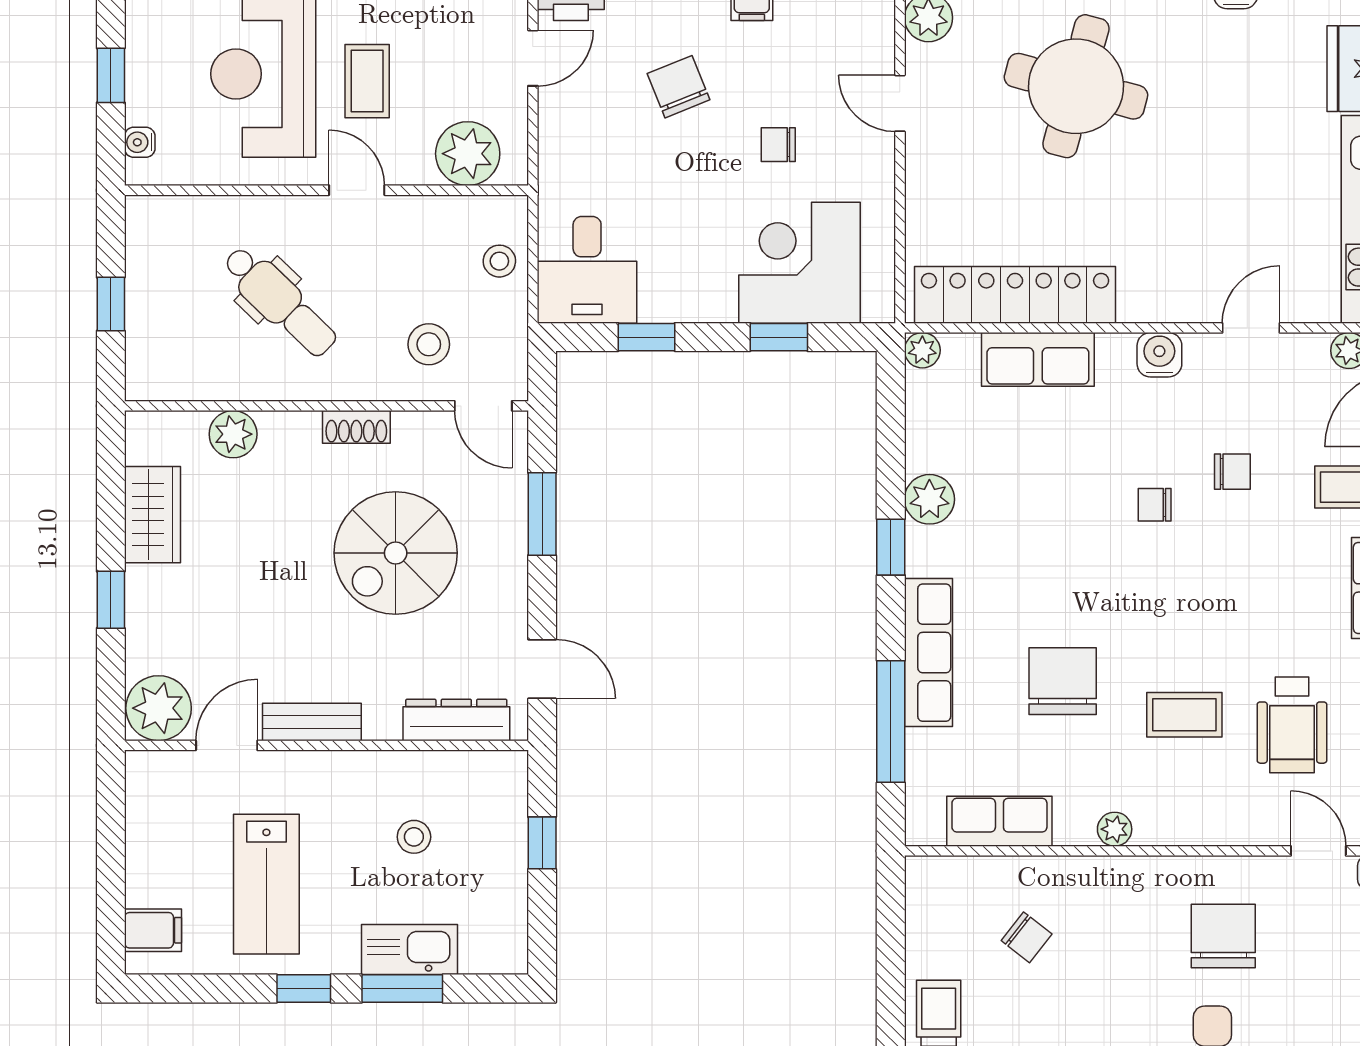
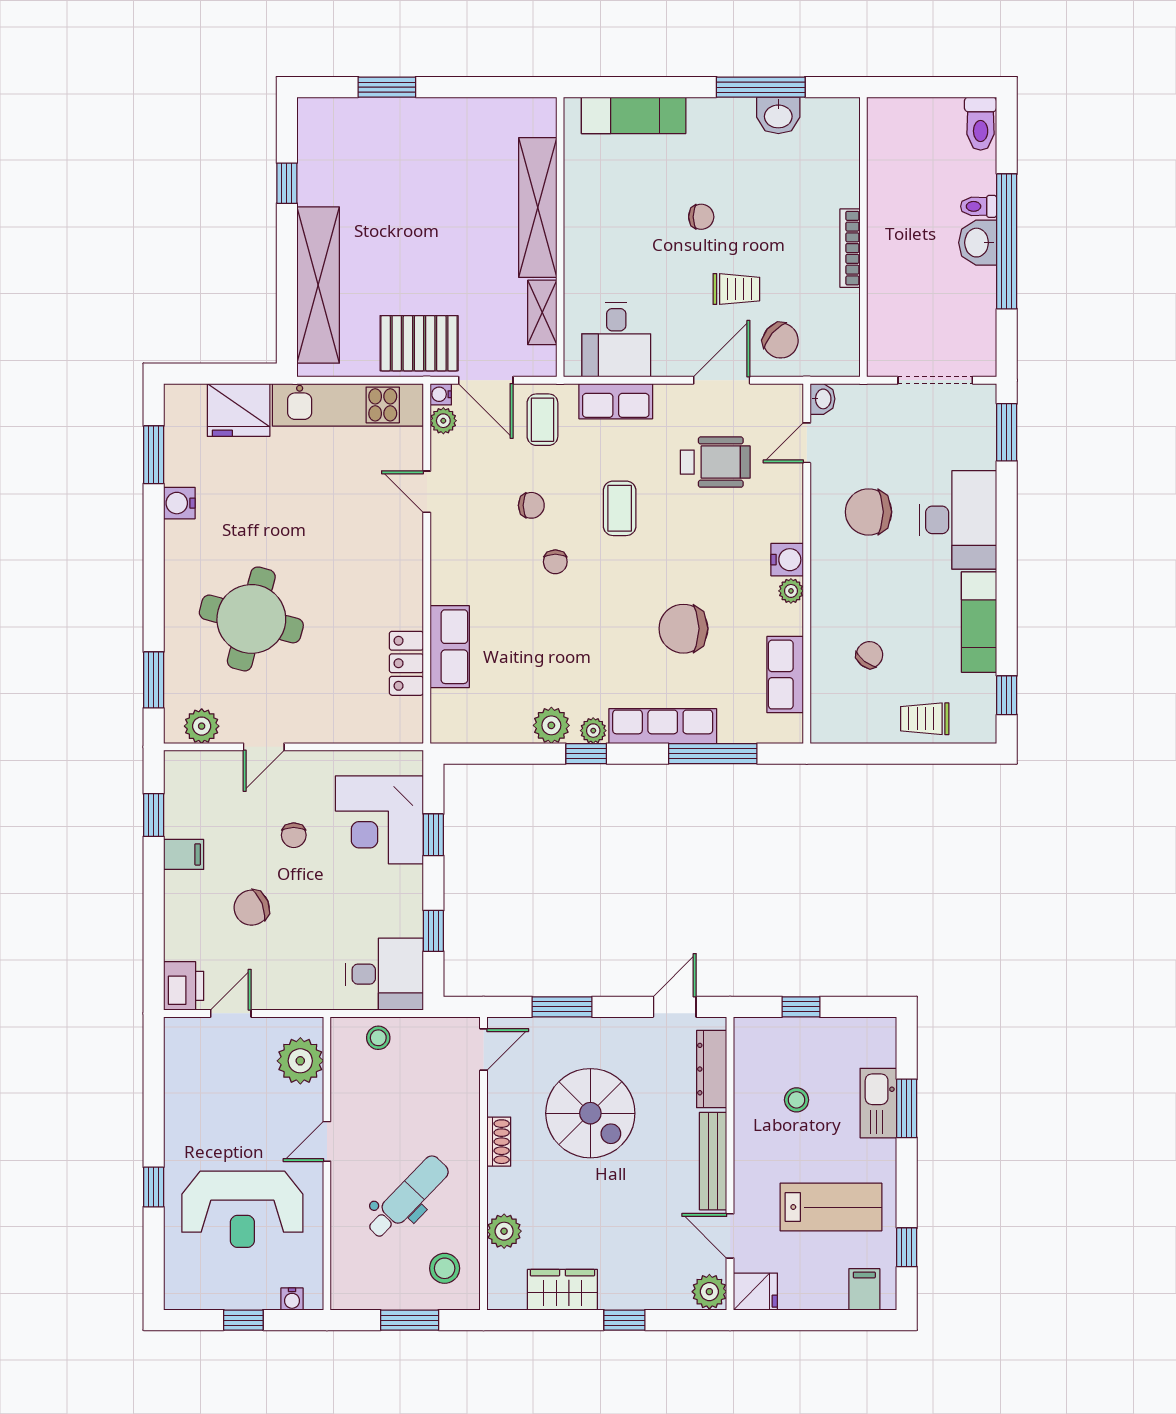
door: (533, 58) -> (231, 1013), hinge flipped
coffee table: (367, 81) -> (248, 1134), removed
locker: (1015, 295) -> (406, 663), width x0.46, depth x0.83
window: (111, 304) -> (410, 1320), width x1.50
stool: (429, 344) -> (445, 1268), moved
plant: (922, 350) -> (593, 731), moved
water cooler: (1159, 355) -> (787, 560), moved, turned 180
chair: (1232, 472) -> (531, 505), turned 90
plant: (159, 708) -> (709, 1292), width x0.73, depth x0.73
coffee table: (1184, 715) -> (620, 508), moved
bench: (312, 722) -> (713, 1161), width x1.36
fridge: (150, 780) -> (755, 1292), added
window: (304, 989) -> (907, 1247), moved

